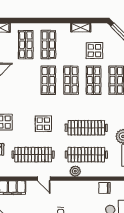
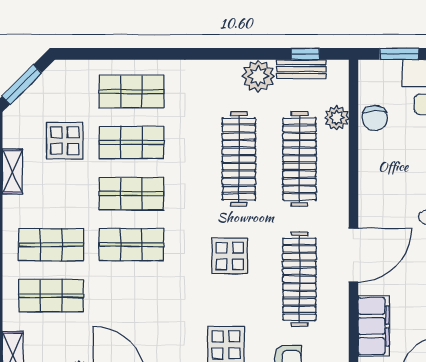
plant: (75, 171) -> (337, 118), moved
door: (44, 179) -> (353, 255), width x1.87

